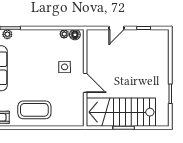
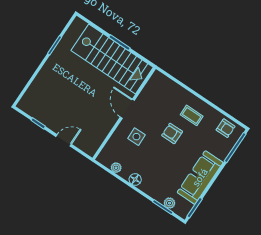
floor lamp: (75, 35) -> (135, 179), moved
armchair: (40, 87) -> (172, 133), added
coffee table: (34, 110) -> (192, 115), width x0.54, depth x0.58

